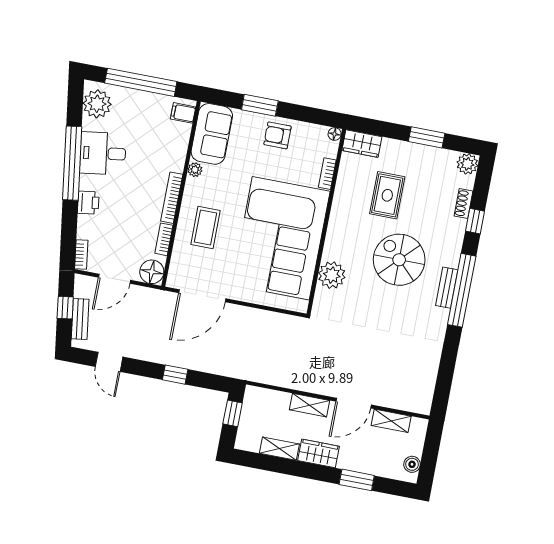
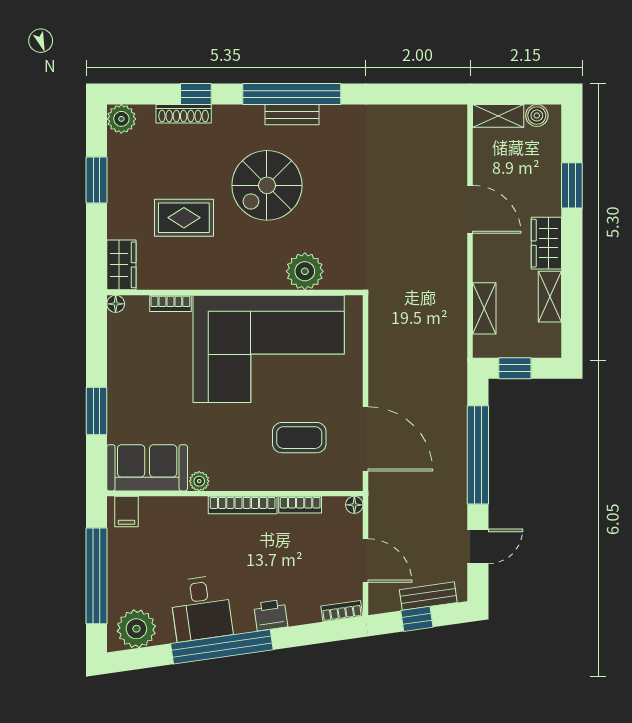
armchair: (277, 135) -> (132, 380), removed
shoe rack: (464, 204) -> (184, 114), width x1.43
coffee table: (206, 228) -> (299, 438), moved
floor lamp: (152, 272) -> (354, 505), width x0.53, depth x0.53
window: (175, 375) -> (478, 455), width x3.17
shelving: (310, 405) -> (484, 308), moved
shelving: (391, 421) -> (498, 116), moved, turned 90

